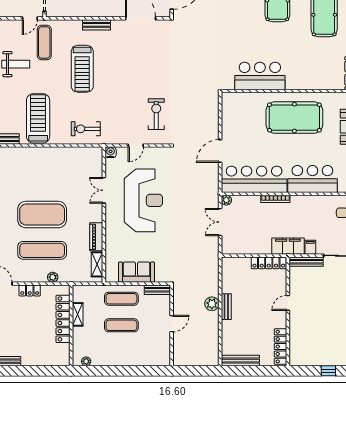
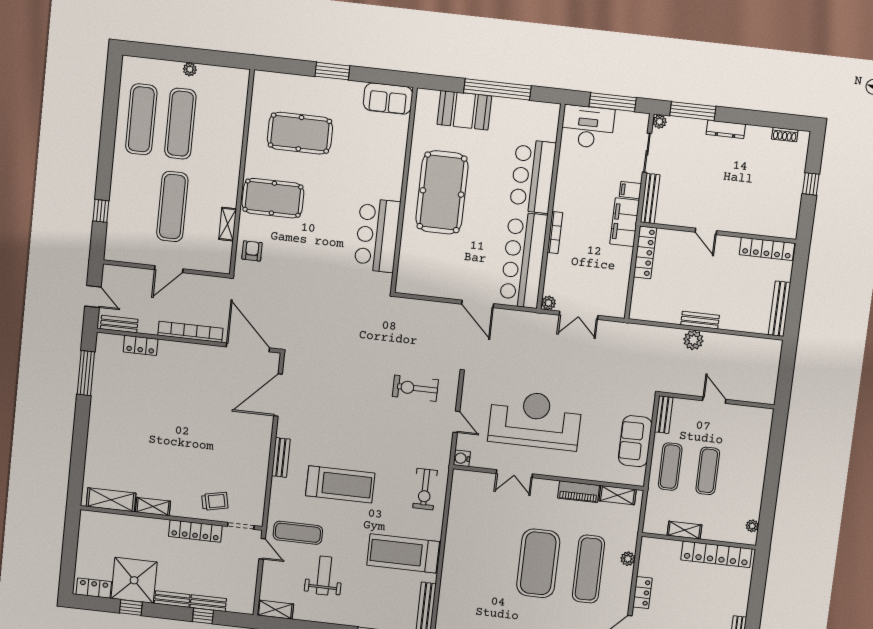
locker: (63, 319) -> (716, 554), moved

